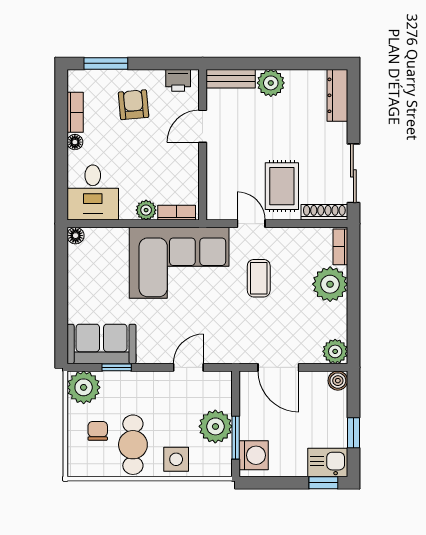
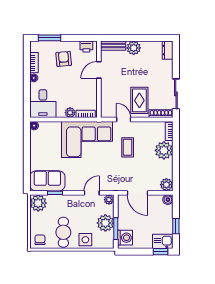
dresser: (337, 95) -> (168, 50), width x0.70
plant: (222, 381) -> (109, 200), added
chair: (98, 431) -> (40, 240), moved

